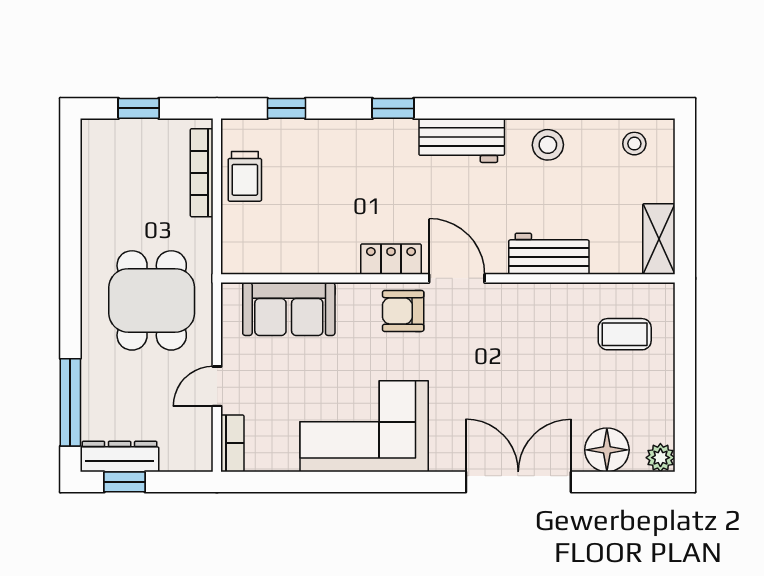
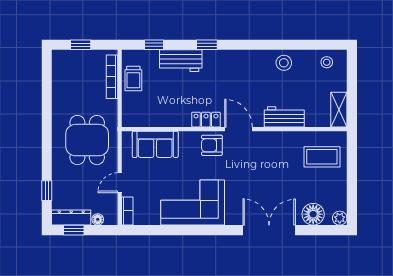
workbench: (462, 140) -> (181, 61), moved
coffee table: (625, 334) -> (322, 157), width x1.36, depth x1.30
window: (70, 402) -> (47, 191), width x0.46
floor lamp: (173, 460) -> (98, 219), added

